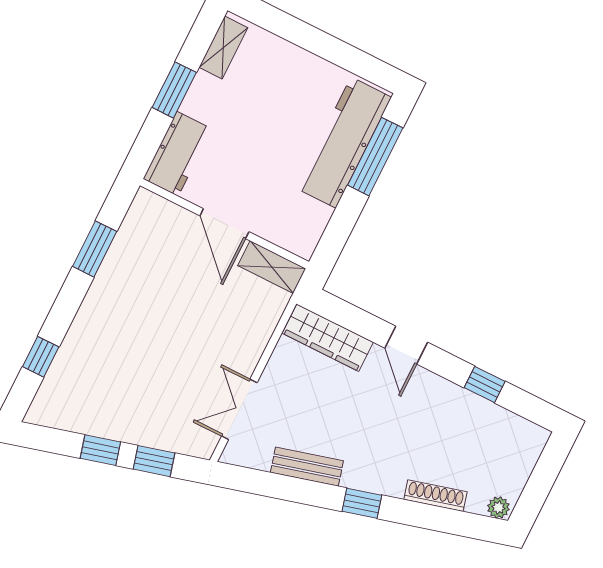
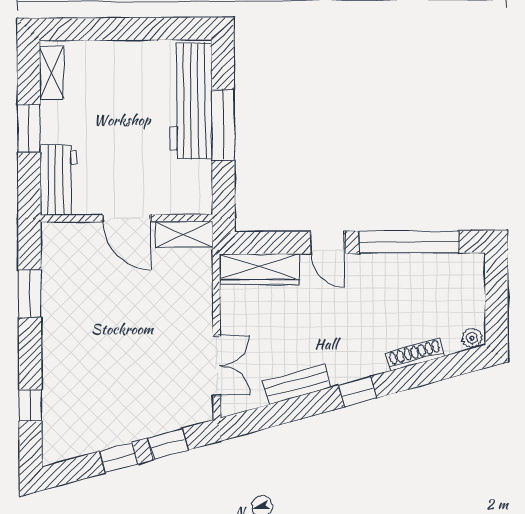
window: (375, 157) -> (223, 125), moved
window: (485, 385) -> (409, 242), width x3.17
double door: (239, 409) -> (217, 365), swing flipped

